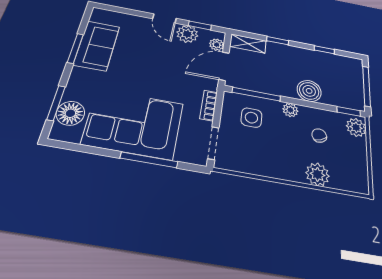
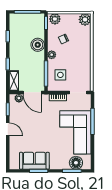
door: (164, 19) -> (8, 129), hinge flipped
plant: (187, 34) -> (15, 115), removed
plant: (317, 174) -> (85, 19), moved

